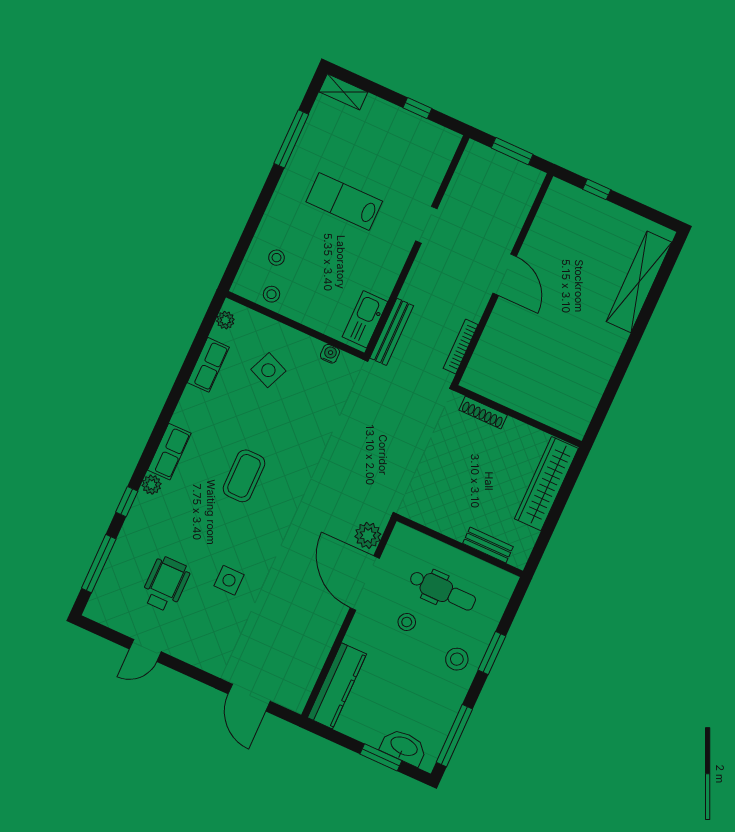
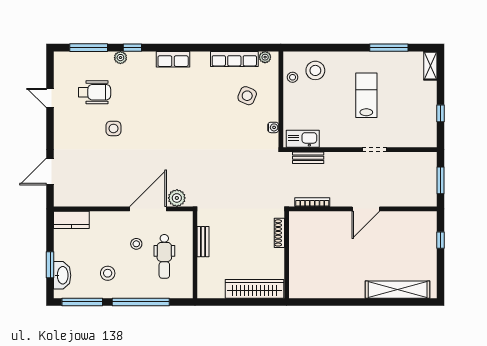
stool: (277, 258) -> (315, 70), width x1.89, depth x1.89
bench: (392, 332) -> (308, 158), width x0.73
row of seats: (208, 365) -> (234, 59), width x1.48
coffee table: (244, 476) -> (179, 109), removed
plant: (152, 485) -> (120, 58), moved
bench: (488, 545) -> (203, 242), moved
window: (492, 653) -> (141, 302), width x2.11
stool: (457, 659) -> (108, 273), moved
kitchen counter: (337, 686) -> (71, 220), width x0.67

